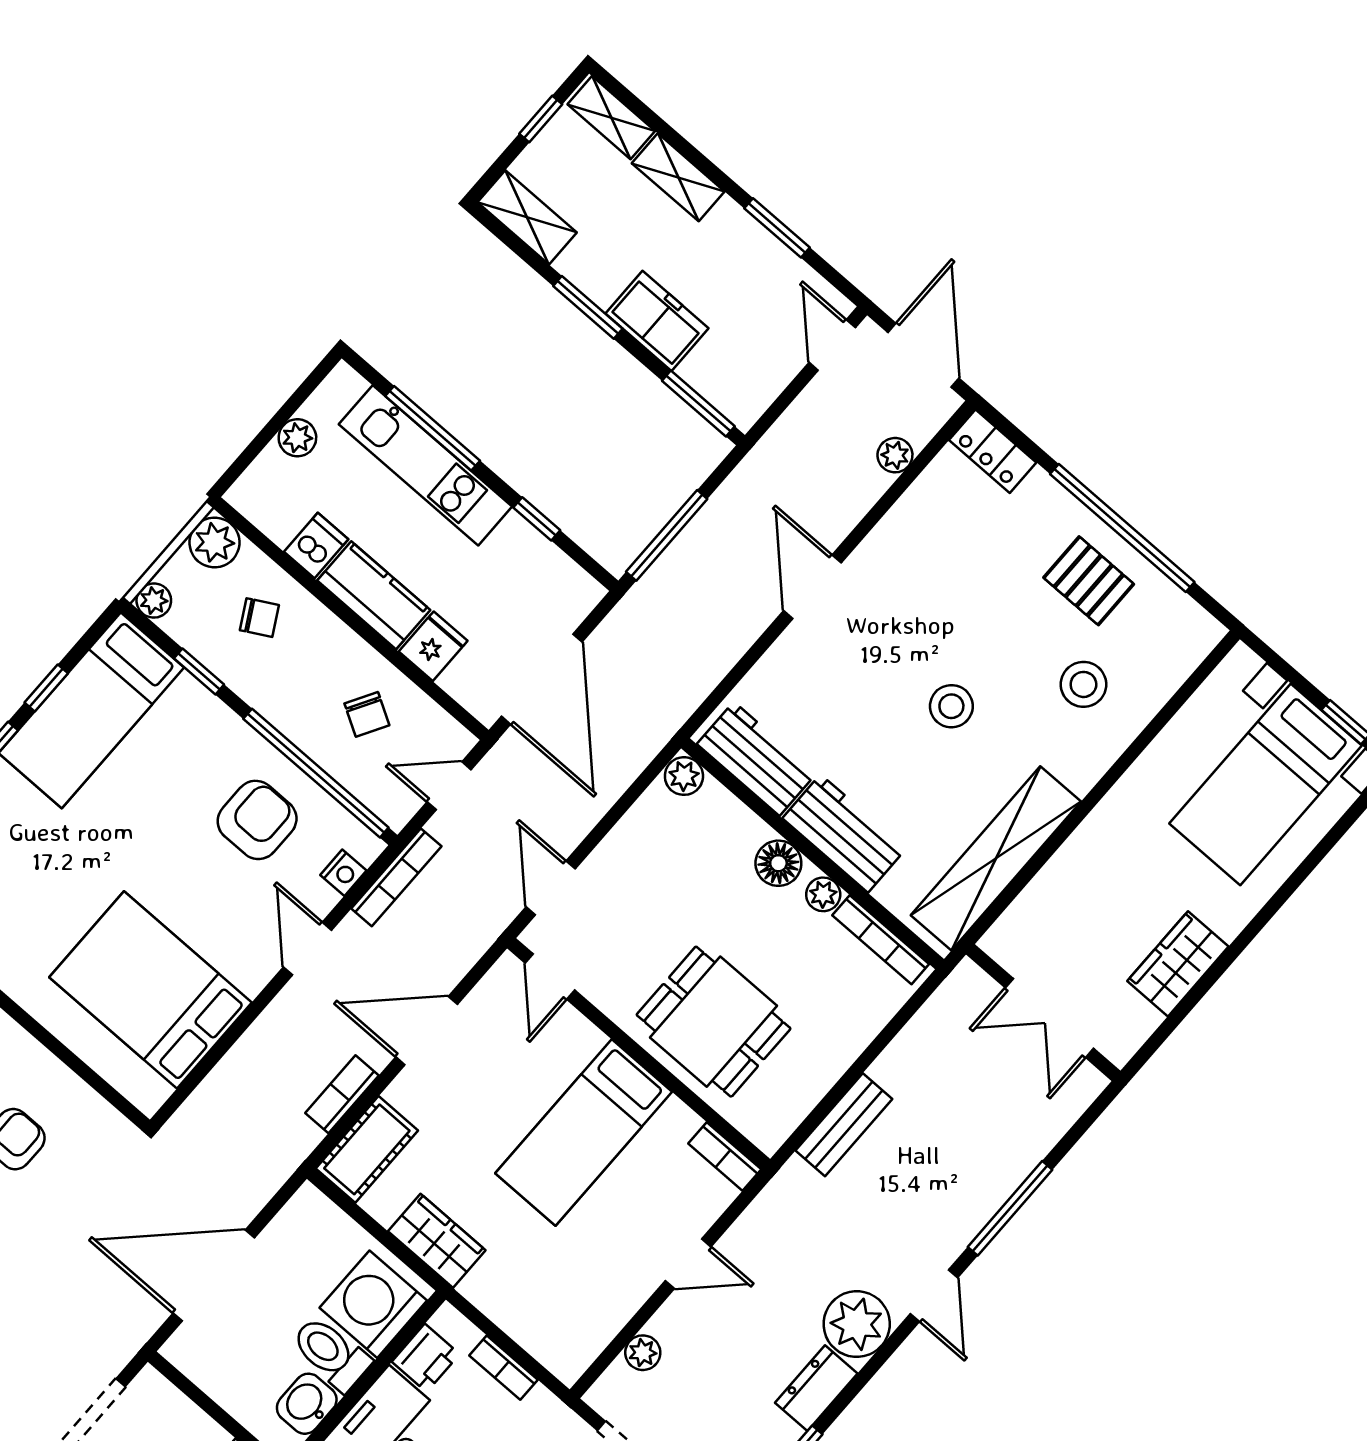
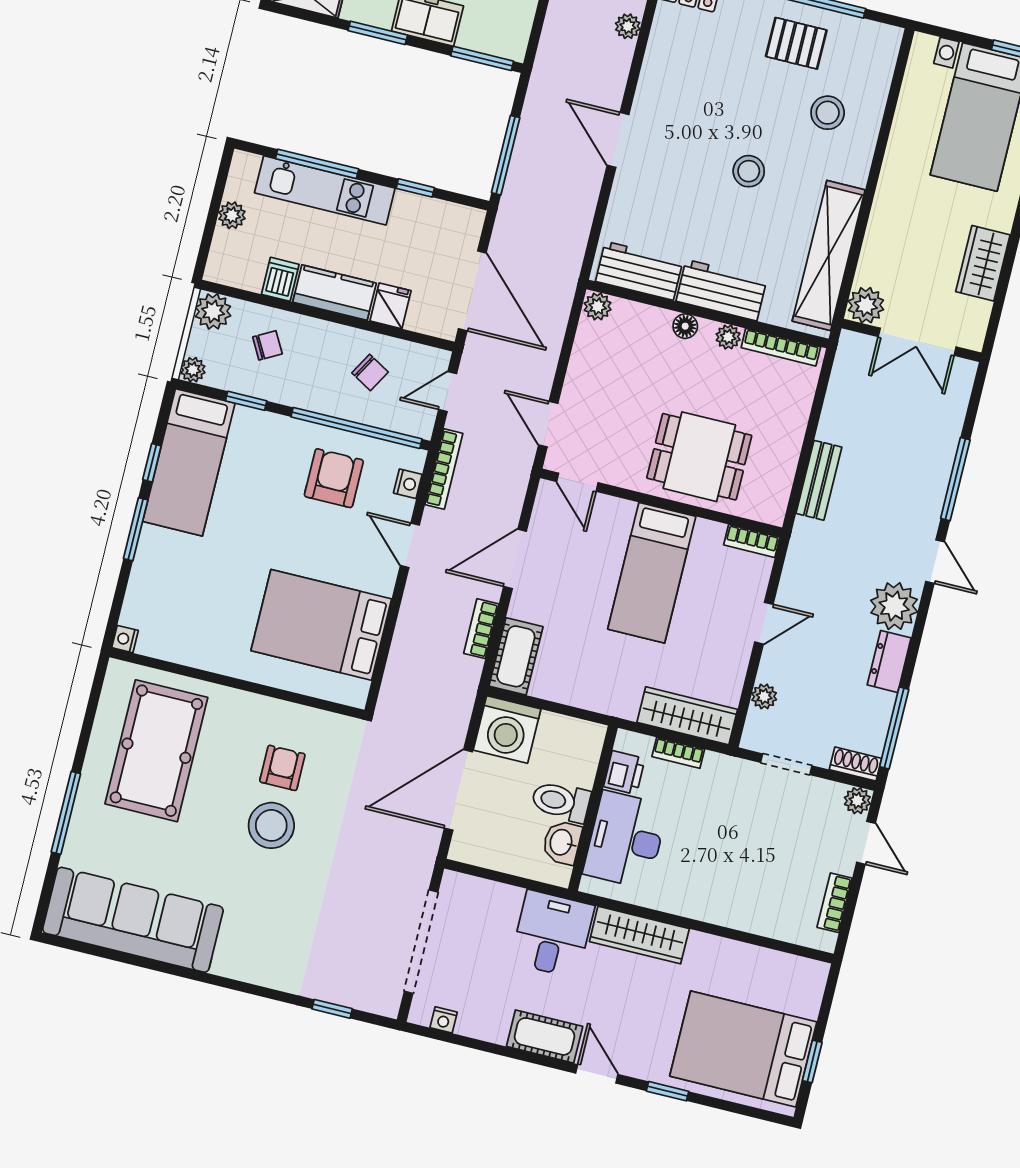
floor lamp: (778, 863) -> (685, 326), width x0.73, depth x0.73
plant: (1010, 942) -> (866, 305), added
wardrobe: (437, 1241) -> (687, 716), moved, width x1.50
washing machine: (373, 1304) -> (507, 730), moved, turned -90

